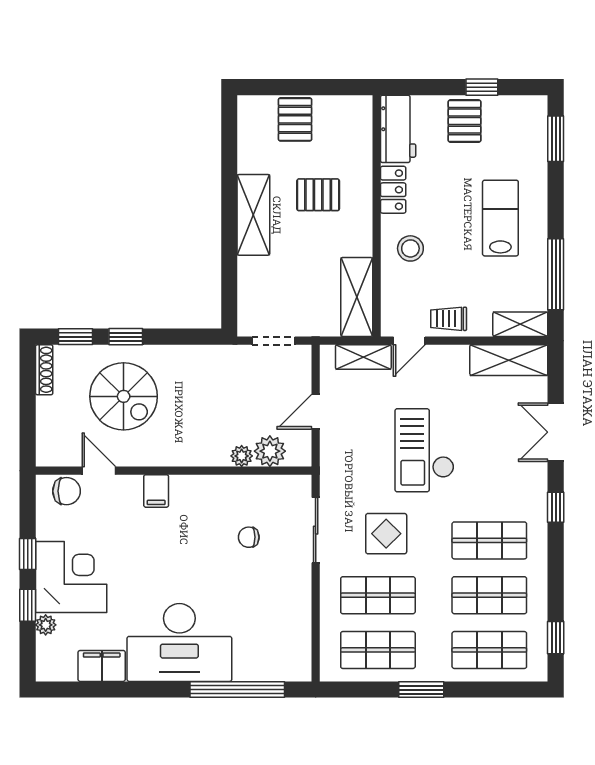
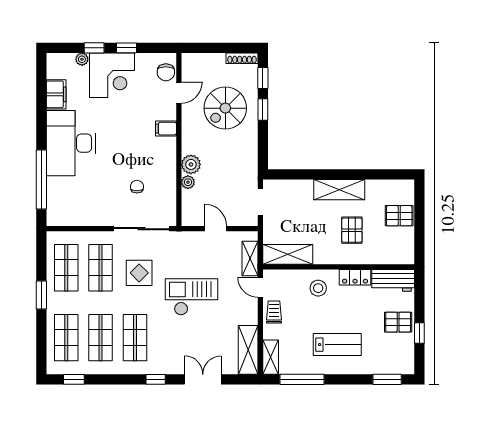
plant: (270, 451) -> (191, 164), moved
sliding door: (316, 530) -> (141, 229), width x1.37

